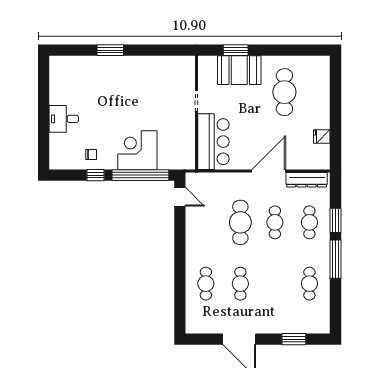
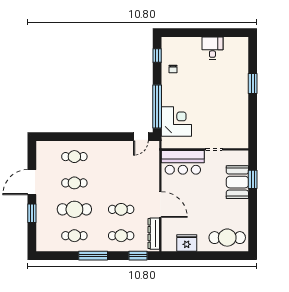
cafe table: (284, 92) -> (227, 238), moved
desk: (64, 119) -> (212, 48), moved
fridge: (322, 137) -> (187, 243), width x1.88, depth x1.34
corner desk: (137, 150) -> (176, 121), moved
window: (95, 175) -> (157, 55), moved
window: (335, 220) -> (138, 256), moved
cafe table: (240, 222) -> (74, 209), moved
window: (294, 339) -> (32, 213), moved

